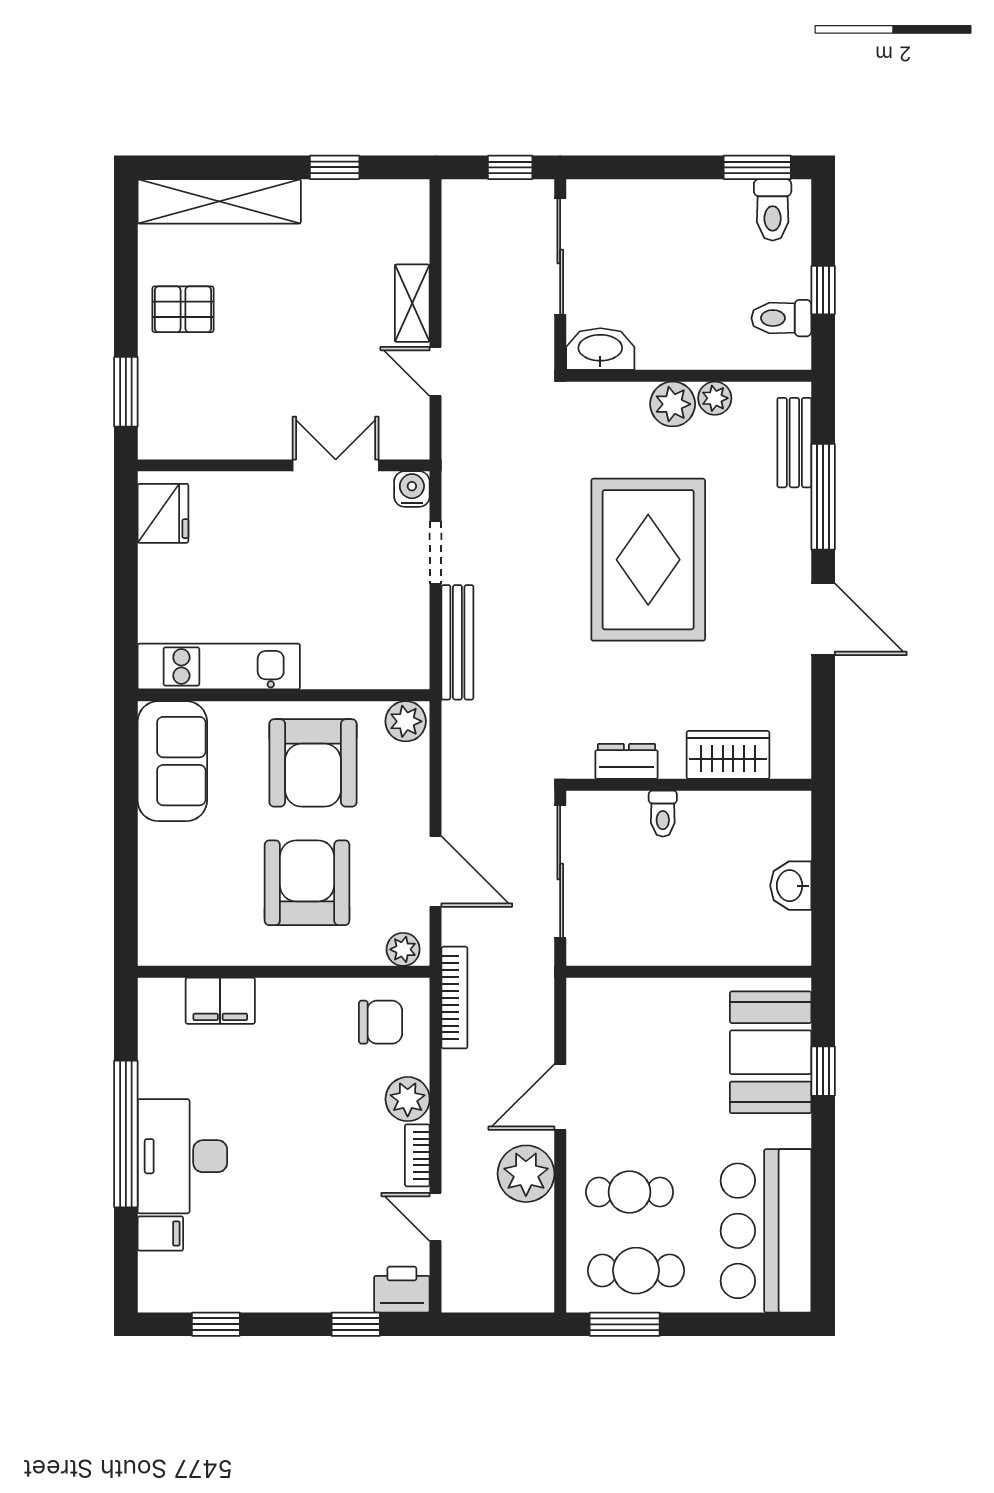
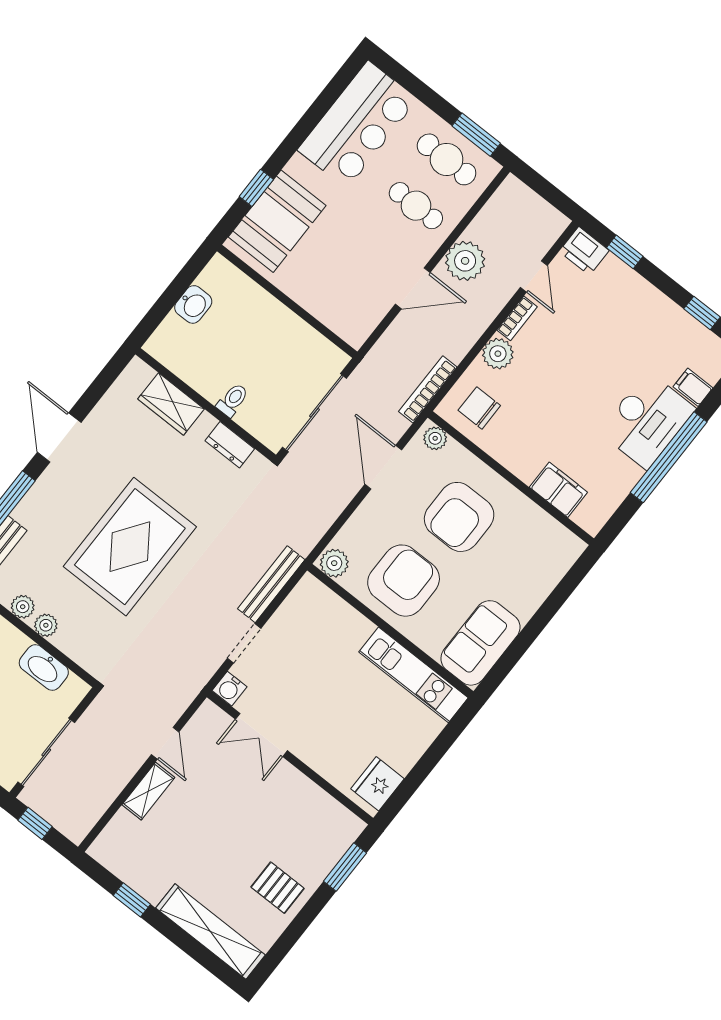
washbasin: (600, 349) -> (44, 667), moved
plant: (673, 404) -> (46, 625), width x0.73, depth x0.73

